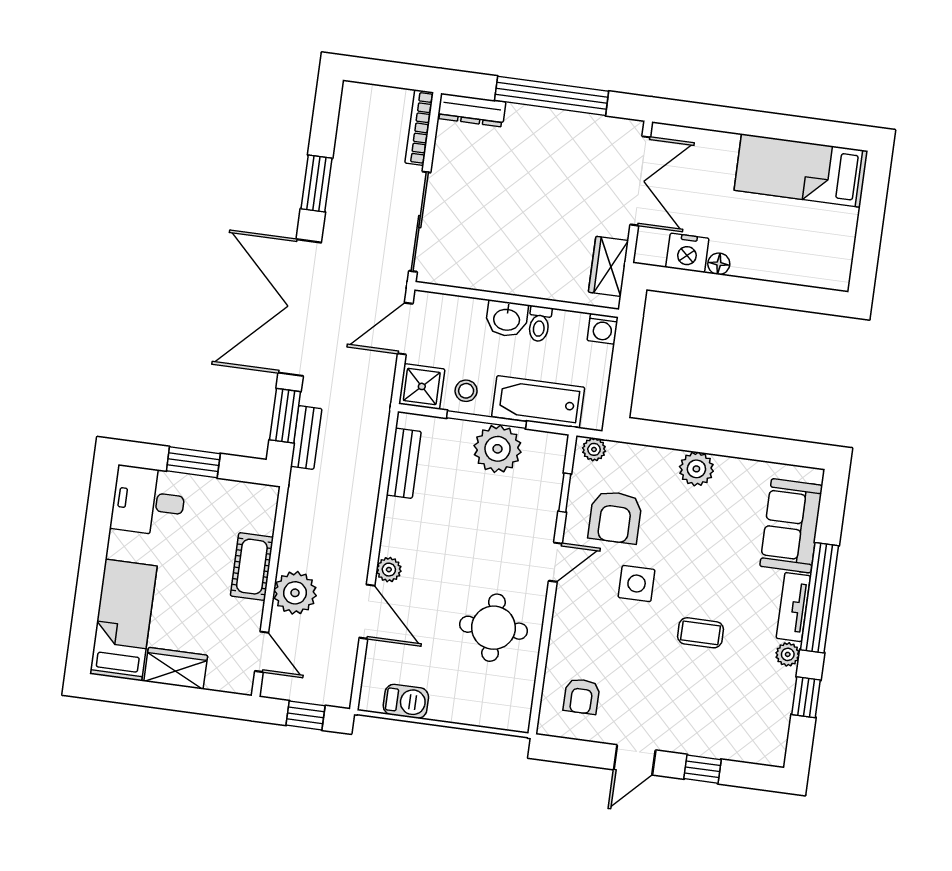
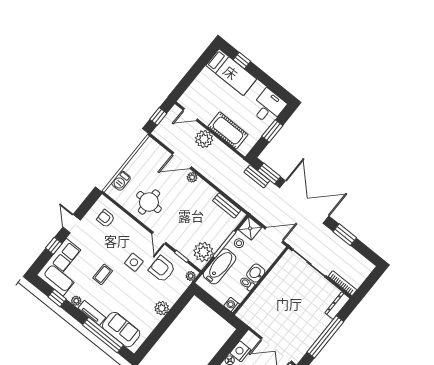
wardrobe: (608, 266) -> (253, 320), removed
door: (405, 329) -> (274, 235), hinge flipped
plant: (498, 449) -> (203, 252), moved
cot: (252, 567) -> (228, 131), width x1.37, depth x1.34
window: (819, 598) -> (103, 335), moved
window: (86, 613) -> (242, 60), added
wardrobe: (176, 668) -> (203, 80), removed
barbecue: (406, 701) -> (121, 181), moved
corner sofa: (733, 720) -> (65, 267), added

